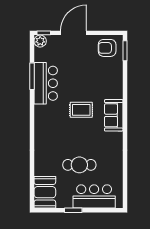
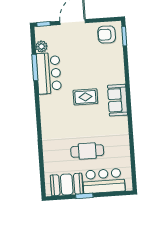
plant: (40, 41) -> (41, 46), moved
booth: (45, 192) -> (67, 184), moved, turned 90

